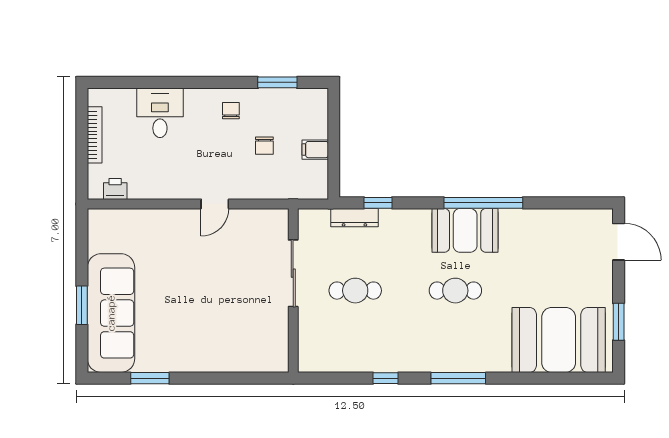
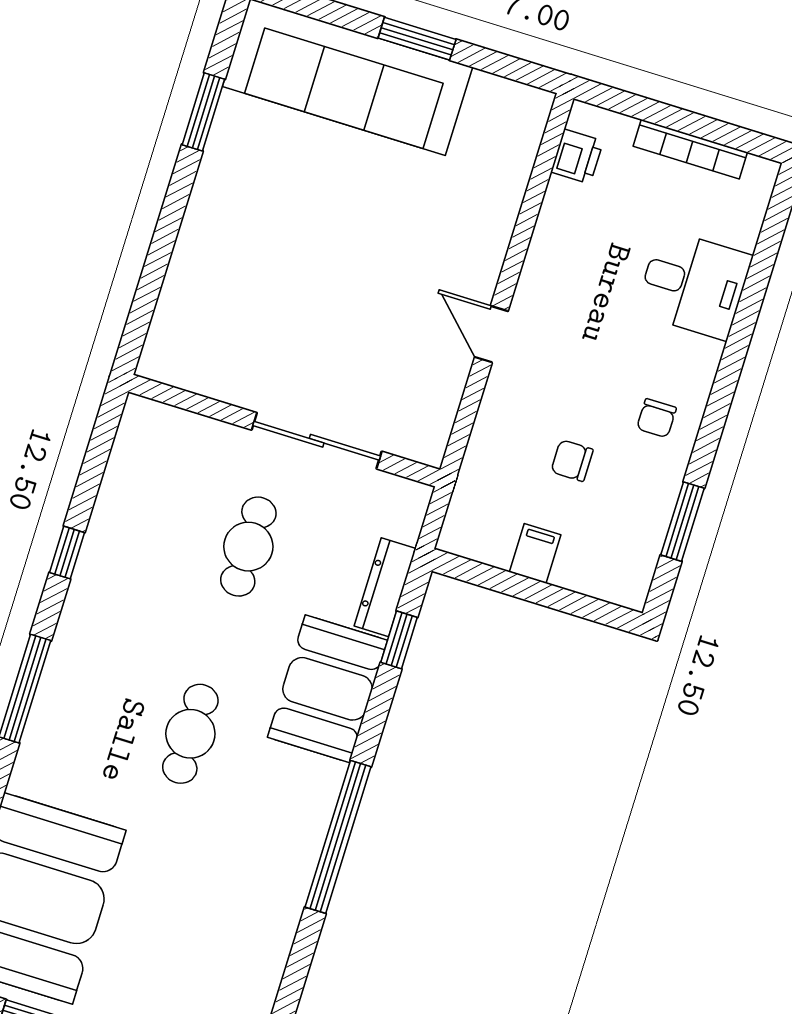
chair: (231, 111) -> (657, 418), turned 90
booth: (465, 230) -> (328, 689), moved
window: (82, 305) -> (417, 39), moved

